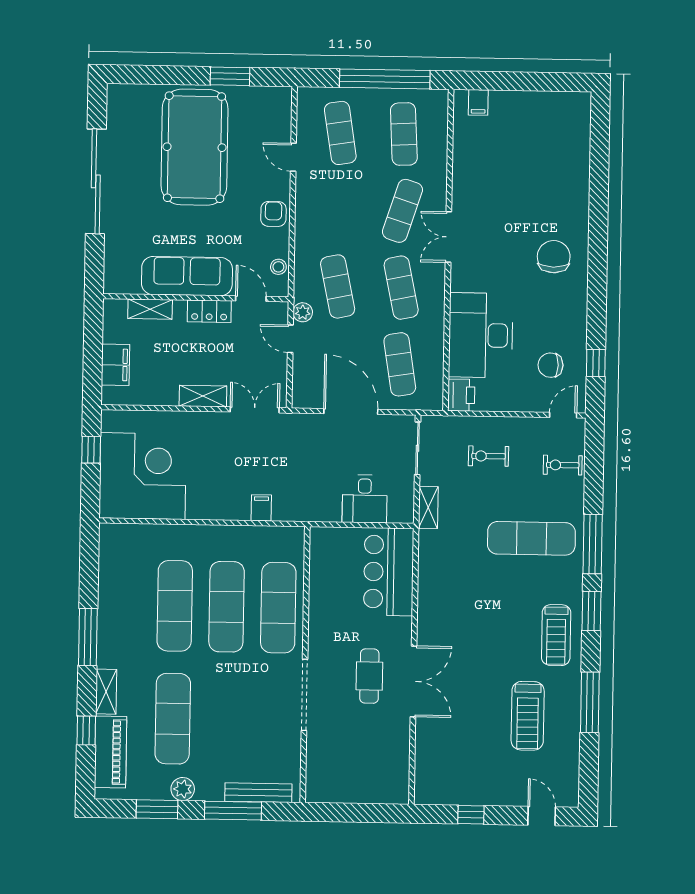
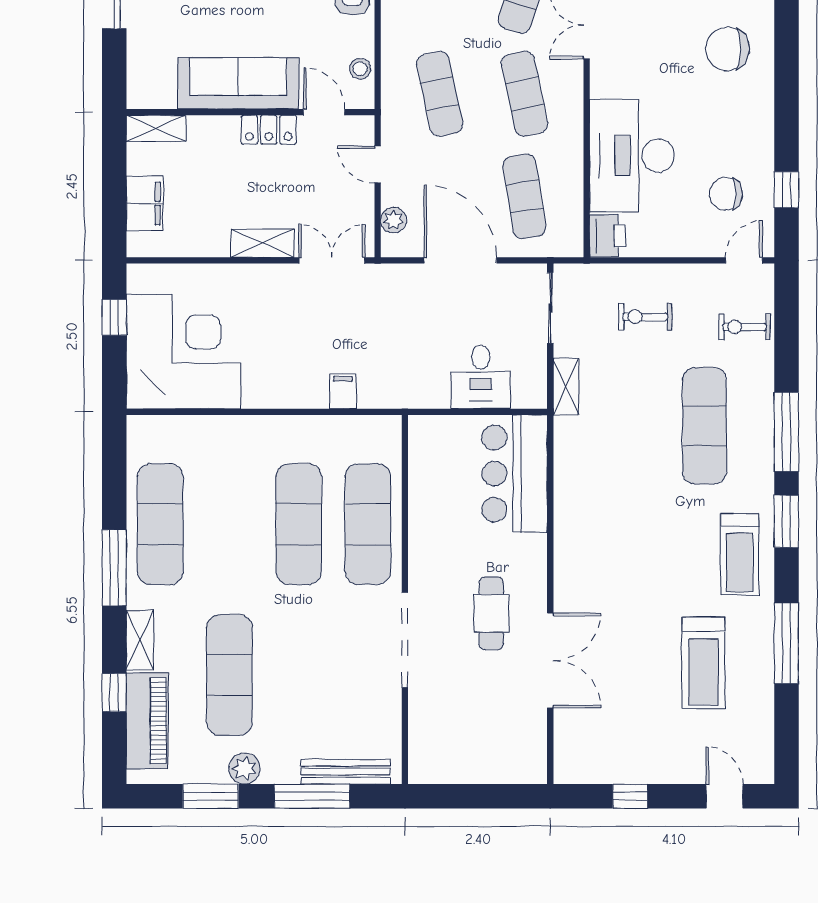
chair: (554, 257) -> (728, 49), turned -89
shelving: (150, 309) -> (156, 128), moved
plant: (303, 312) -> (394, 220), moved
exercise mat: (531, 538) -> (704, 426), turned 90
exercise mat: (175, 606) -> (160, 524), moved
double door: (413, 681) -> (550, 660), moved

